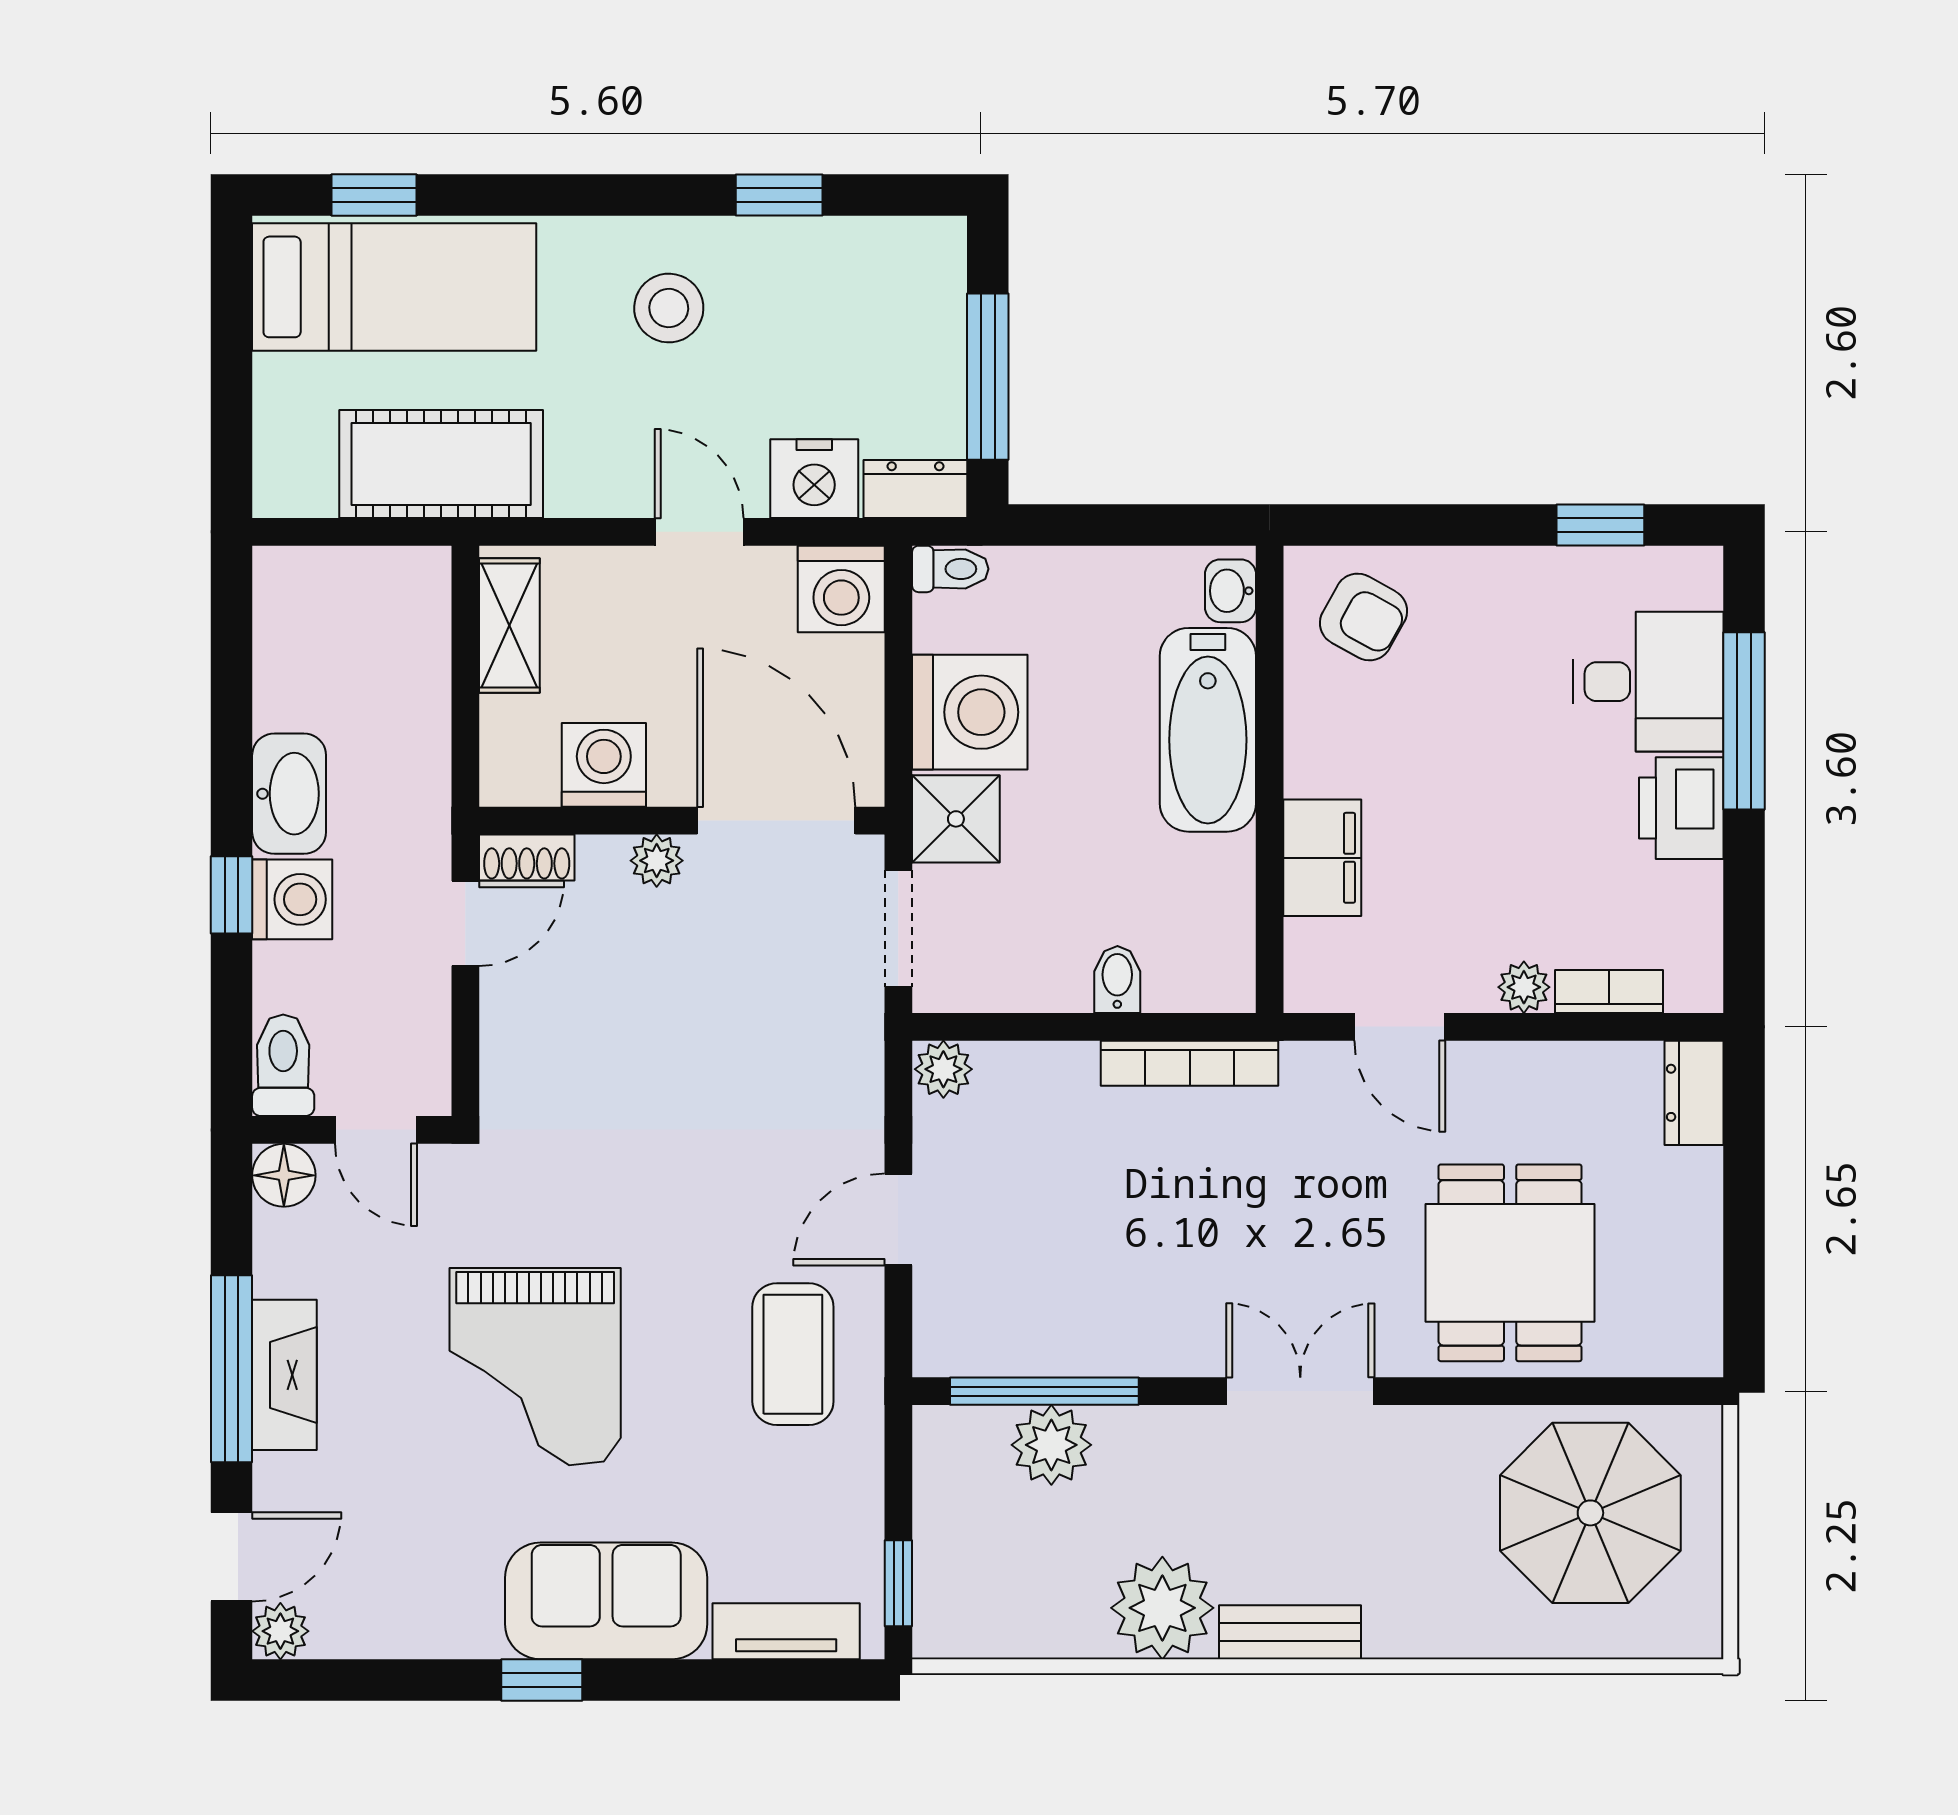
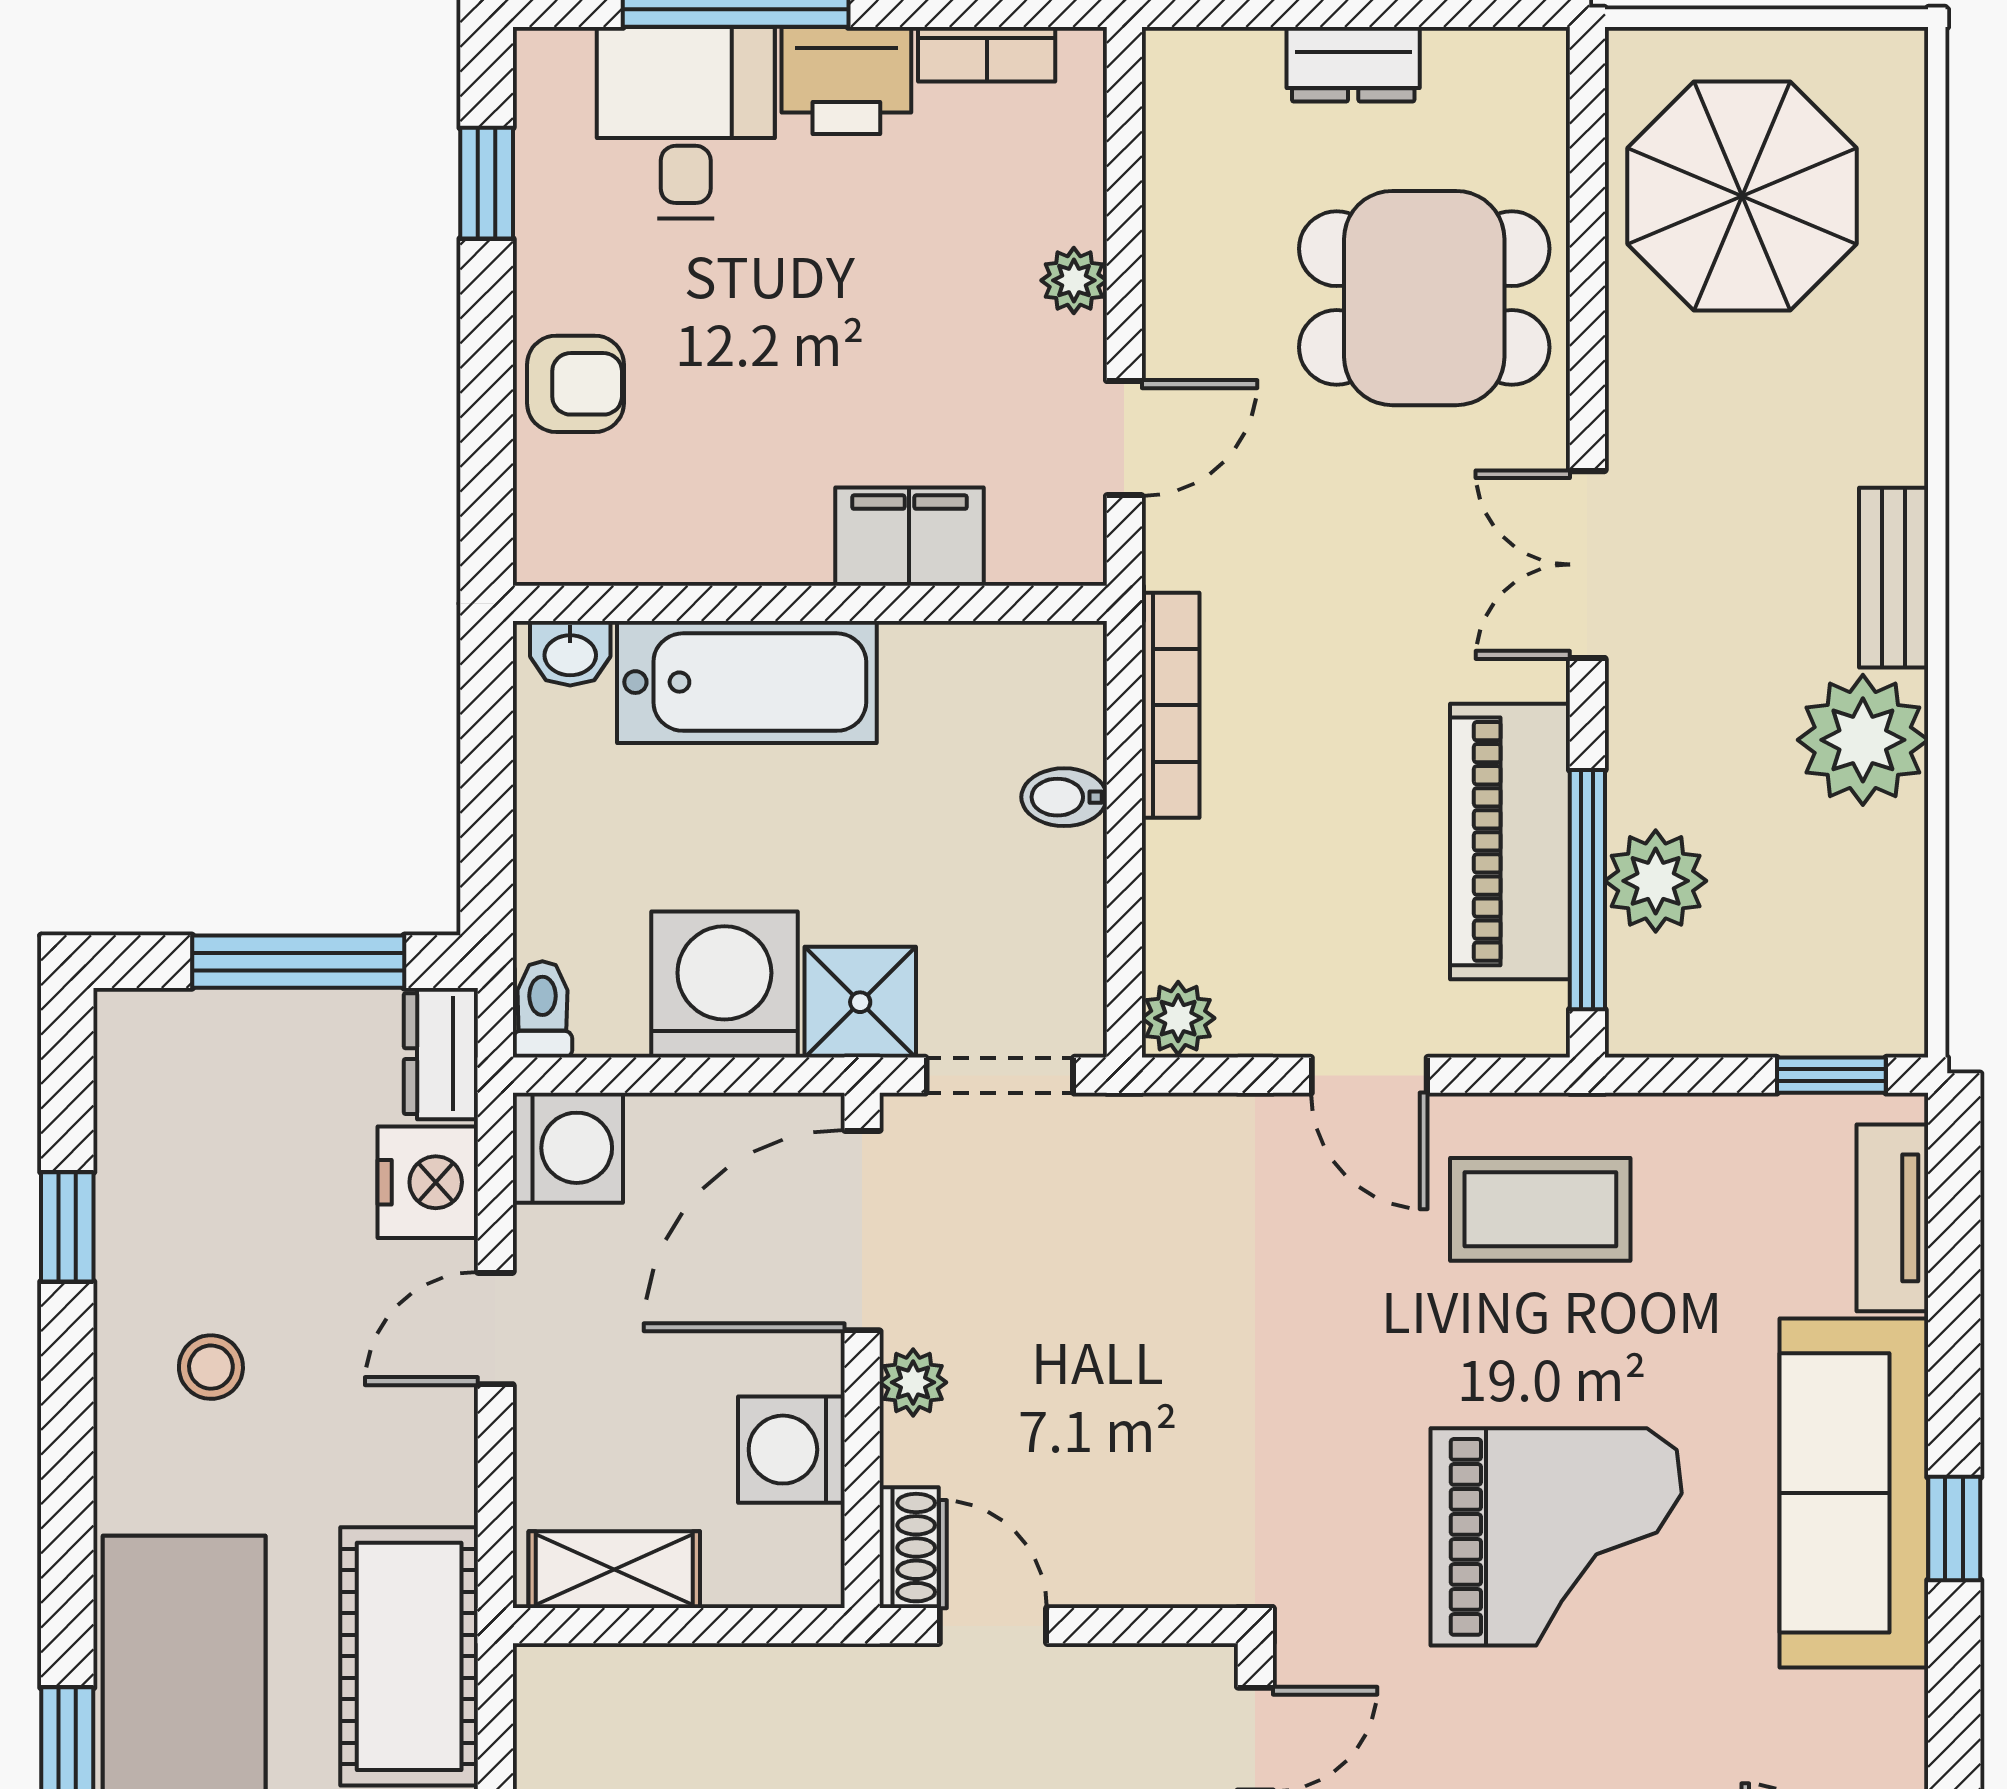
stool: (669, 308) -> (211, 1367), width x0.73, depth x0.73
armchair: (1363, 617) -> (575, 384), moved, turned 61
bookcase: (1609, 992) -> (987, 54), moved, turned -90
dresser: (1694, 1093) -> (1353, 64), moved
piano: (1082, 1330) -> (1510, 841), added
sofa: (606, 1601) -> (1854, 1493), width x1.36

